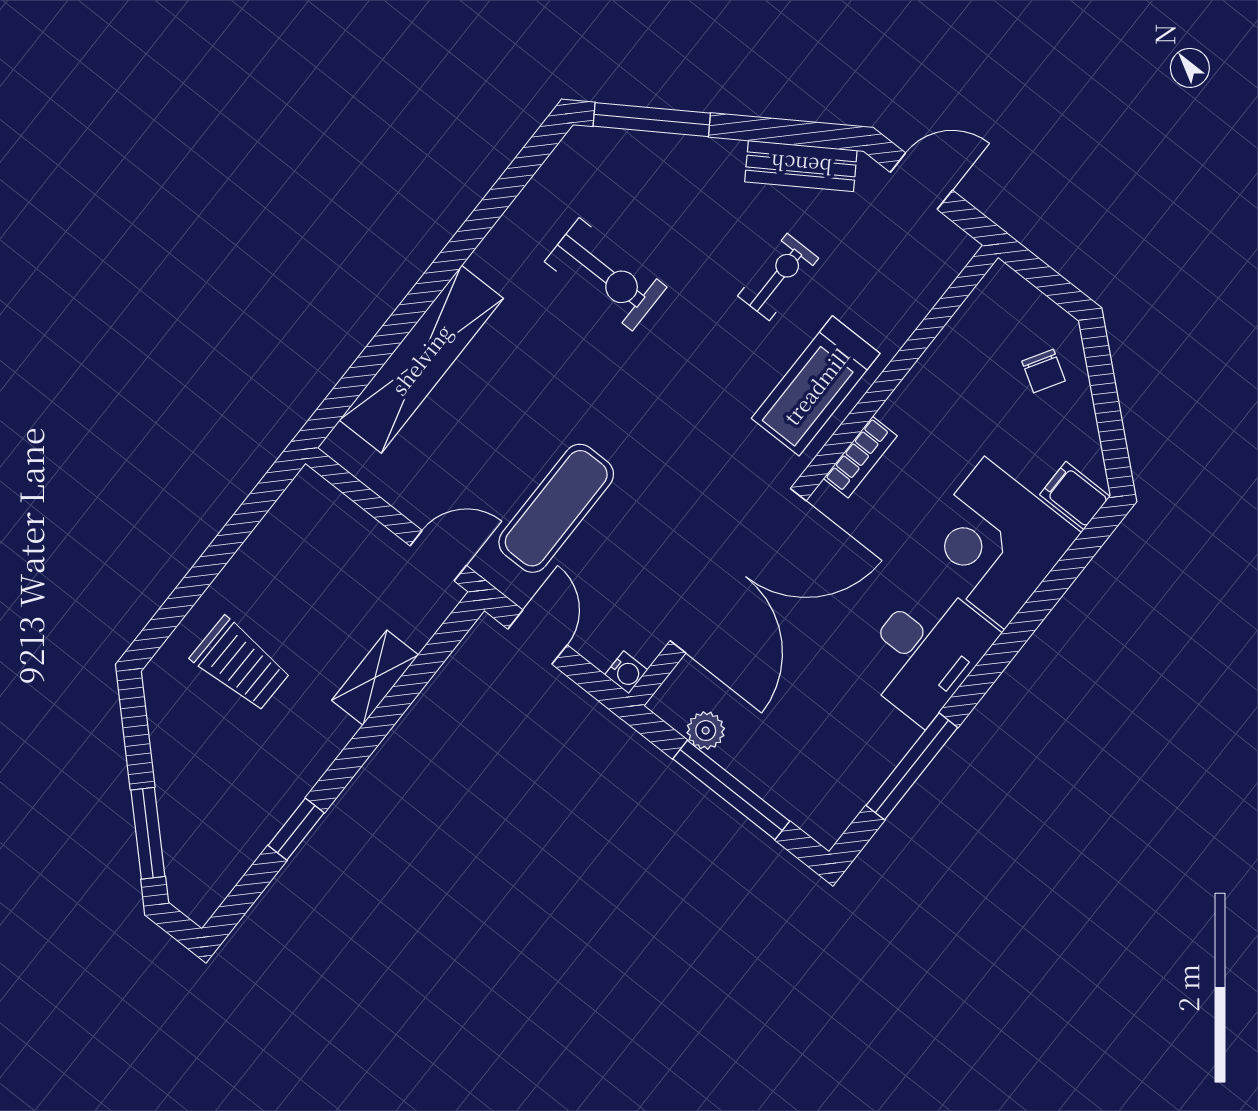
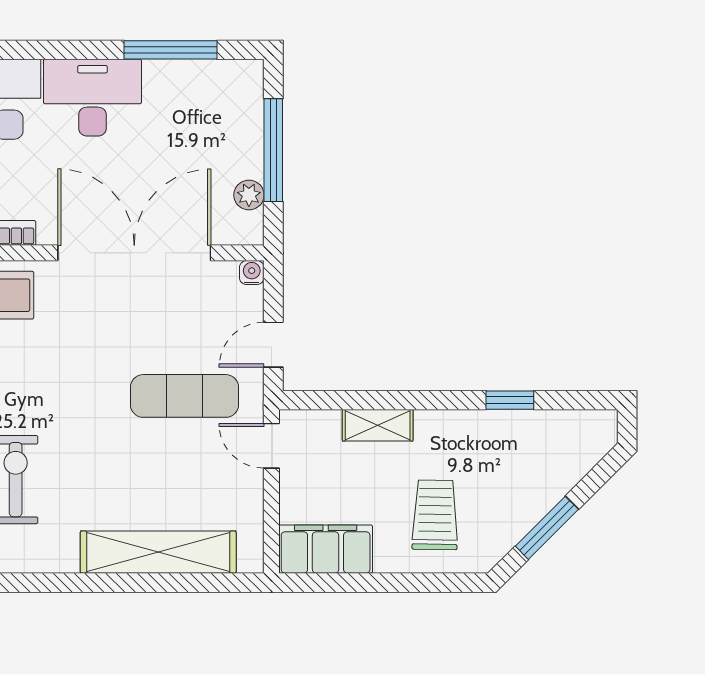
filing cabinet: (293, 528) -> (326, 549), added
window: (148, 833) -> (547, 528), moved

